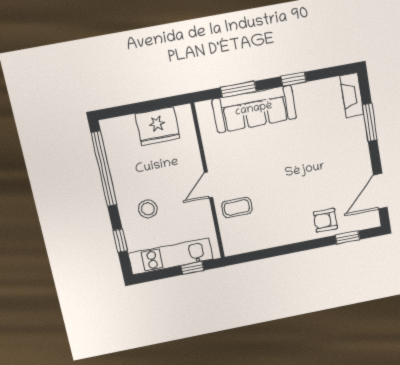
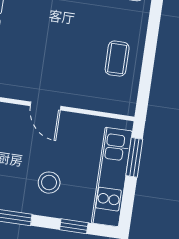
coffee table: (237, 207) -> (117, 59), moved
window: (192, 268) -> (134, 157), width x1.50

